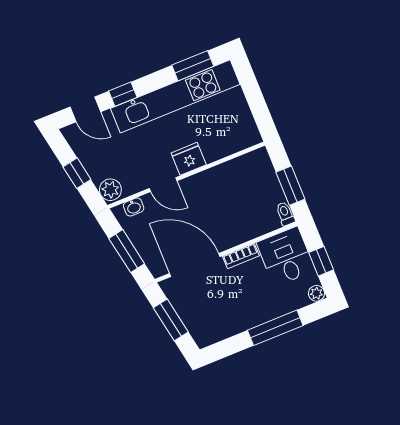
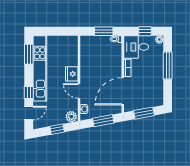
door: (163, 185) -> (79, 91), swing flipped

